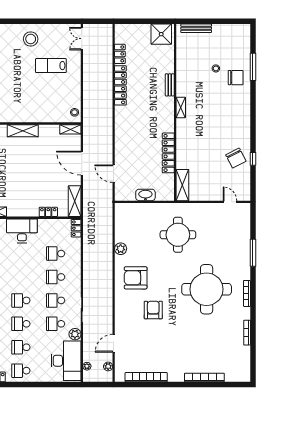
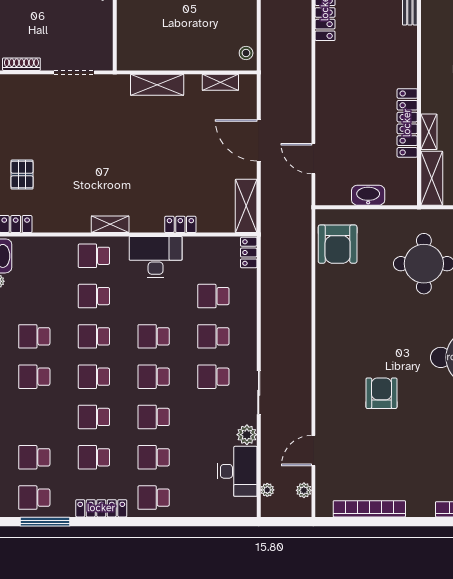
shelving: (181, 107) -> (429, 132), moved
shelving: (70, 129) -> (220, 82), moved
locker: (48, 212) -> (180, 224), moved
plant: (121, 249) -> (325, 288), removed
armchair: (136, 278) -> (338, 244), moved, turned -90
school desk: (56, 324) -> (154, 336), moved
desk: (66, 361) -> (237, 471), width x0.73, depth x0.77

